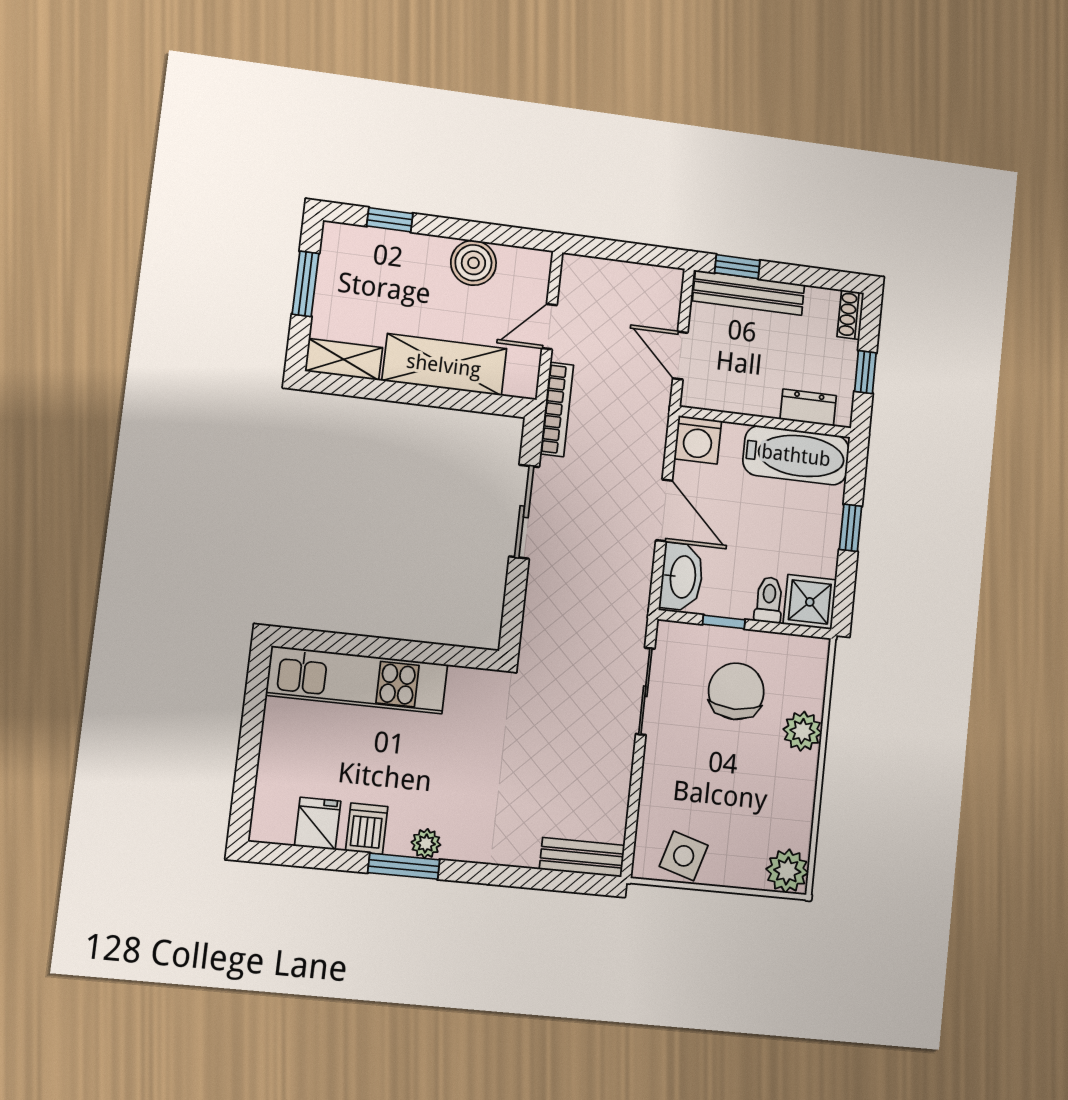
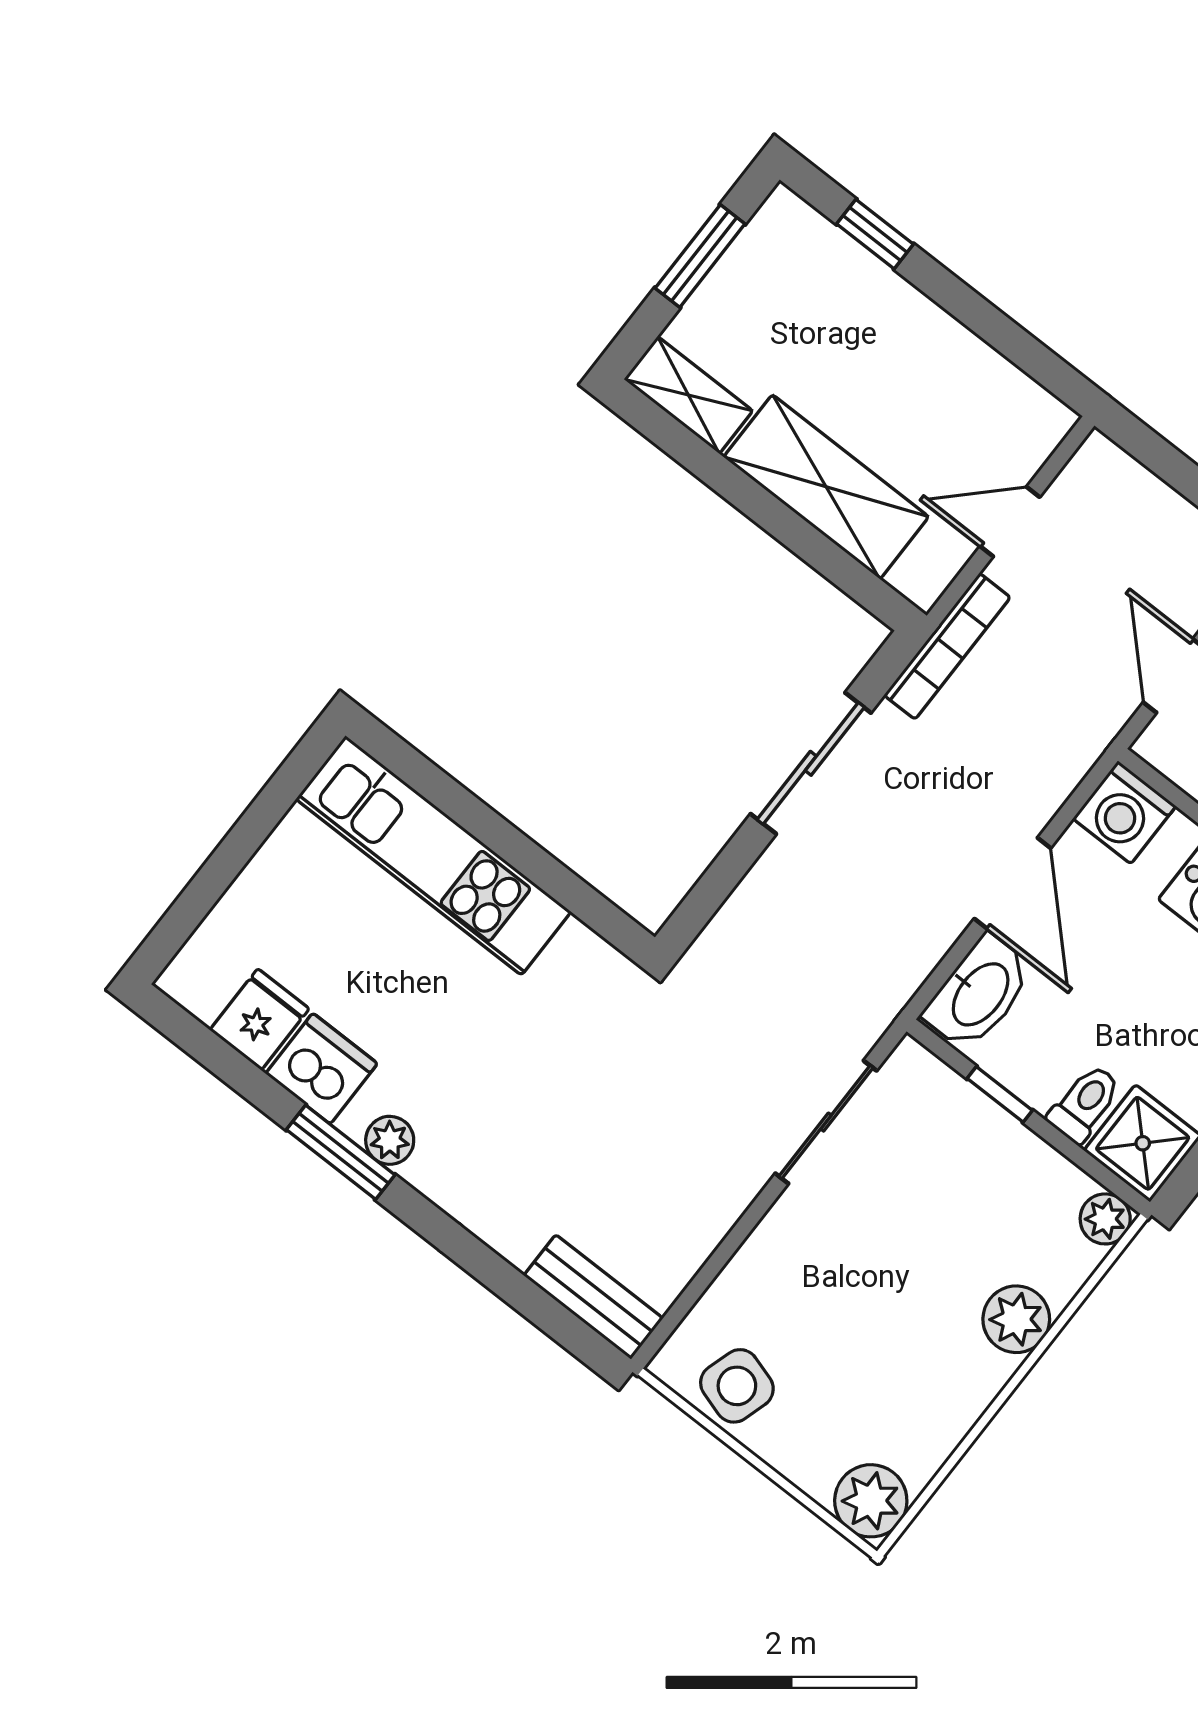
boiler: (473, 263) -> (957, 366), removed
plant: (815, 652) -> (1105, 1219), added
chair: (736, 691) -> (956, 1203), removed
dishwasher: (367, 829) -> (321, 1069), width x1.38

